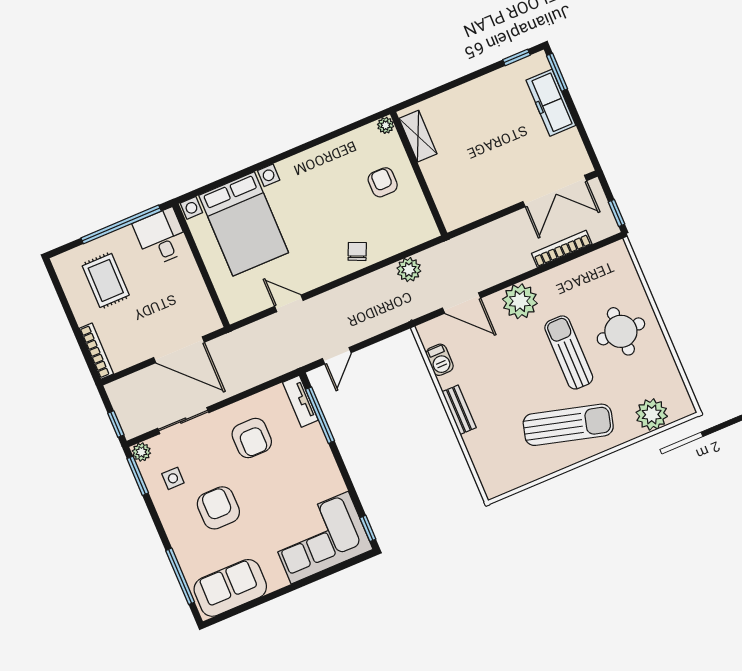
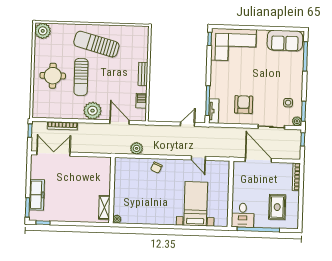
armchair: (383, 182) -> (130, 194), removed
bed with nightstands: (244, 224) -> (196, 204), width x0.73
plant: (652, 414) -> (43, 31), moved
armchair: (218, 508) -> (274, 80), removed

